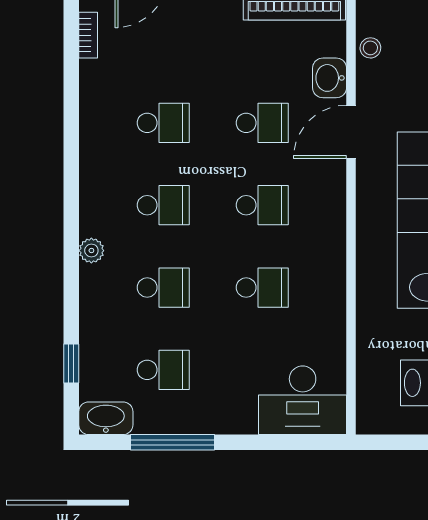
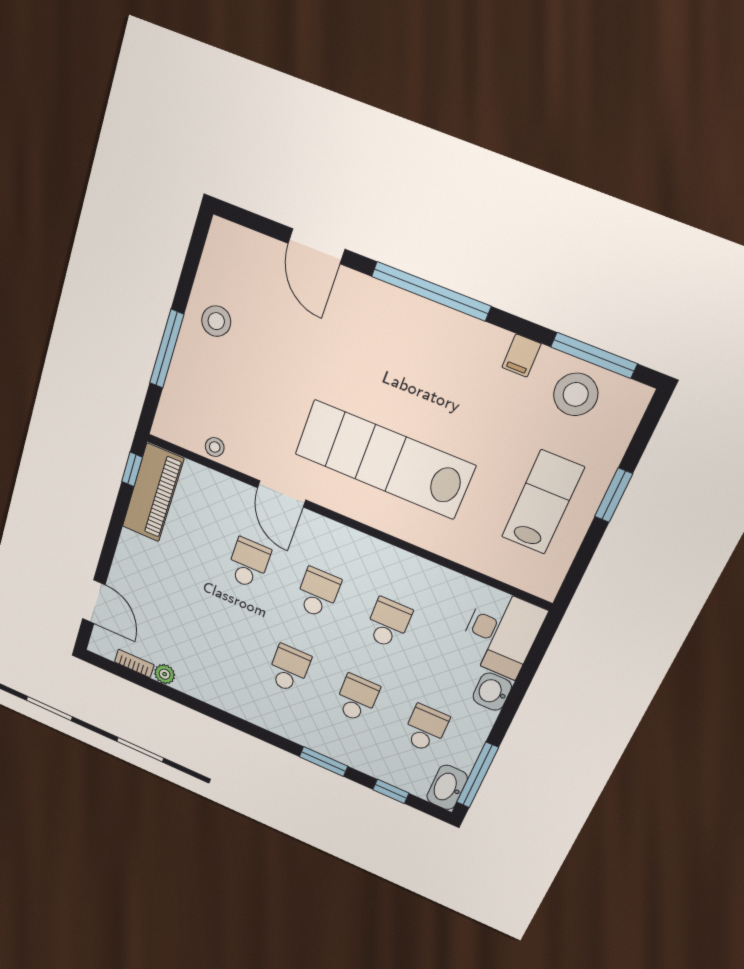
washbasin: (330, 78) -> (492, 692), moved, turned 90
school desk: (163, 123) -> (222, 639), removed
plant: (91, 251) -> (165, 674), moved
window: (71, 280) -> (324, 761), added
window: (172, 442) -> (477, 775), moved

